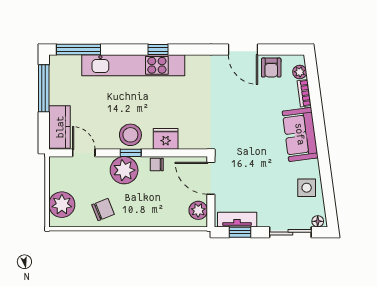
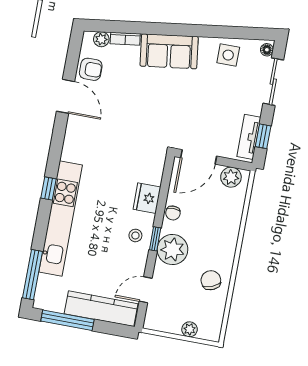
door: (243, 50) -> (66, 96), hinge flipped
kitchen counter: (60, 127) -> (101, 309), width x1.50
stool: (130, 135) -> (135, 235), width x0.53, depth x0.53
plant: (62, 205) -> (190, 329), width x0.53, depth x0.53

